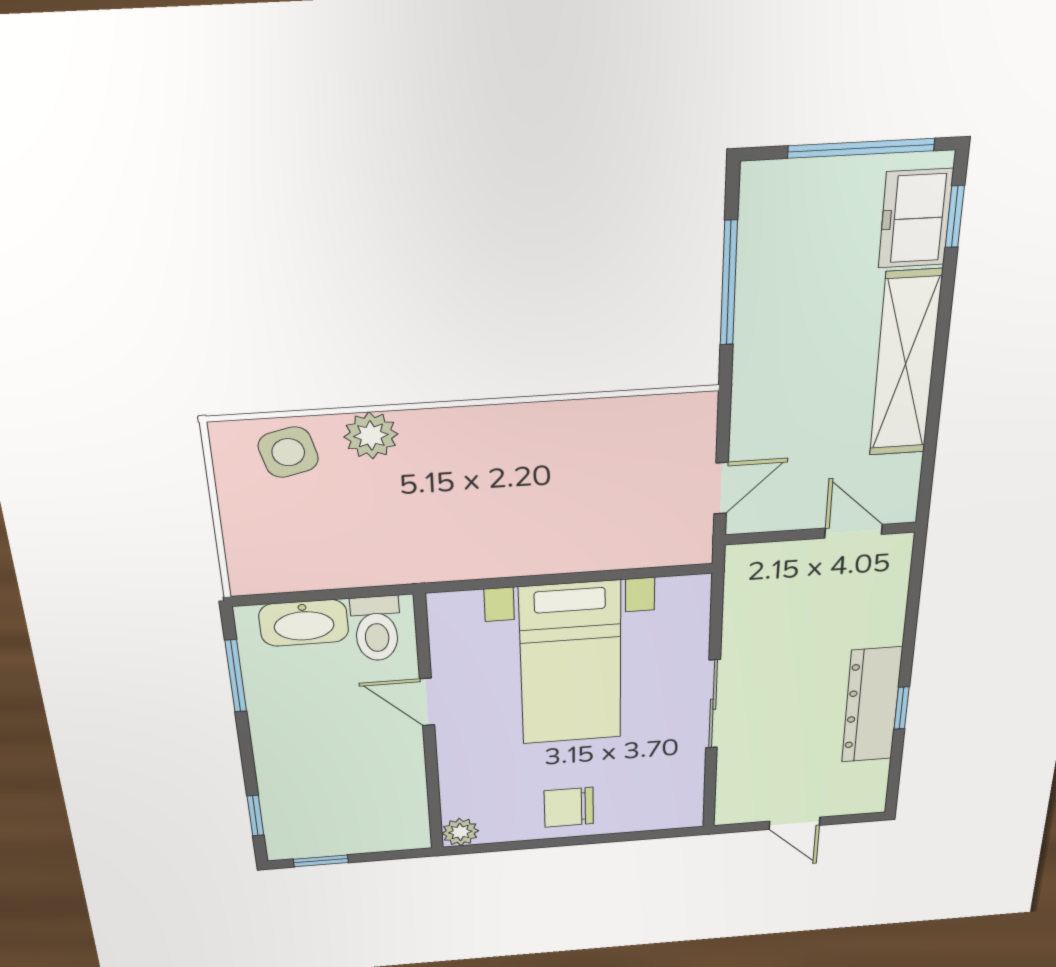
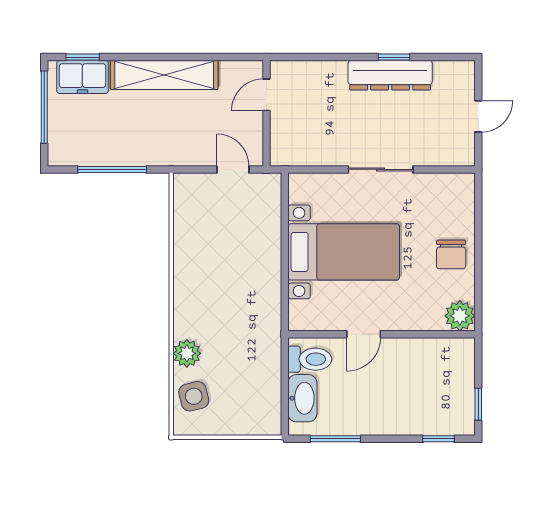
plant: (460, 832) -> (460, 316), width x1.38, depth x1.38

